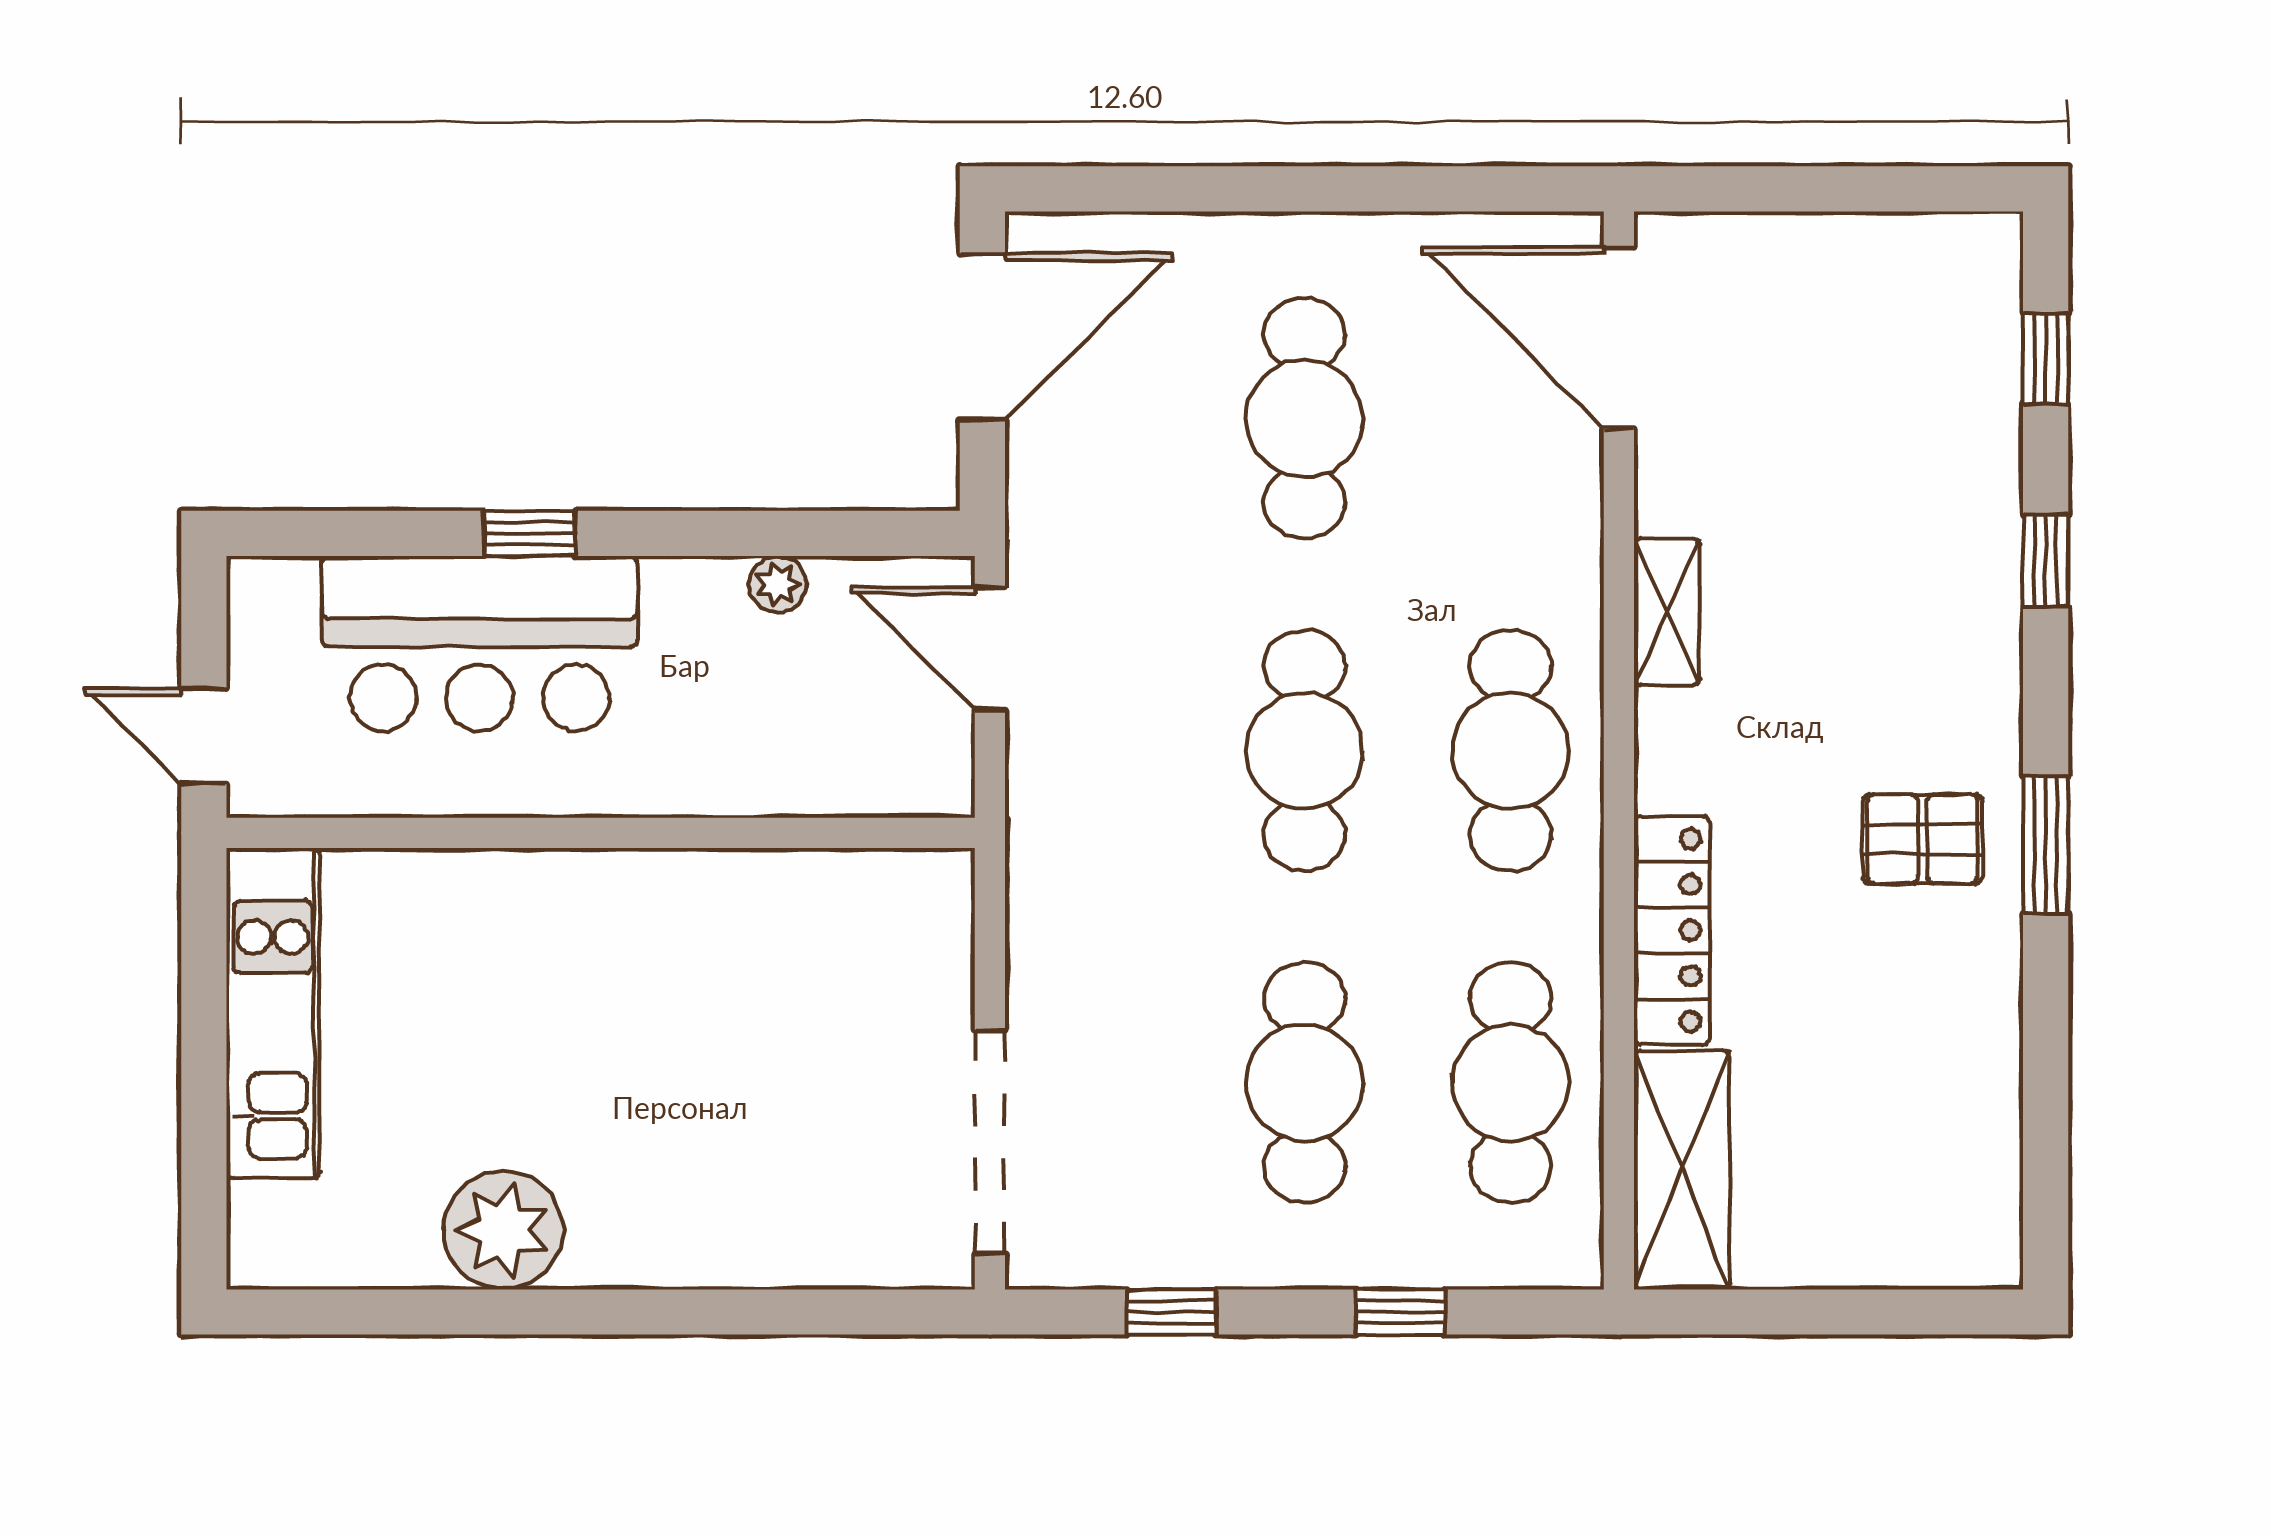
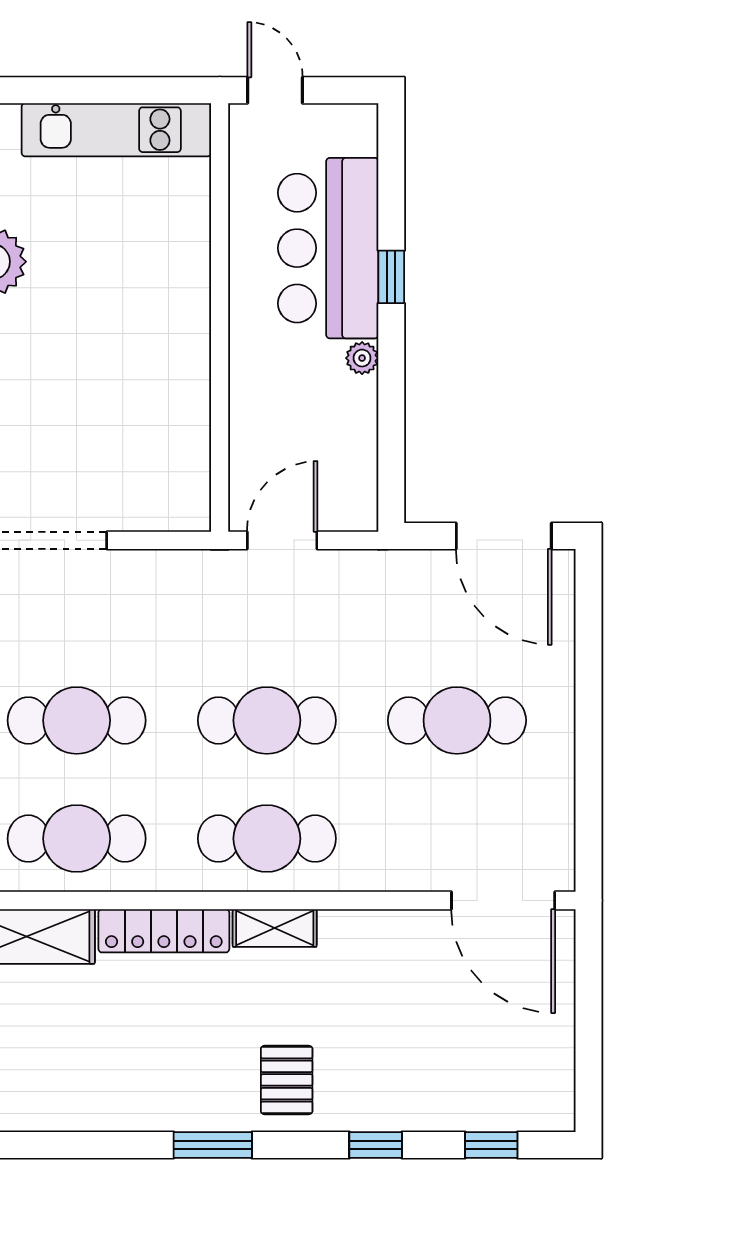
door: (1619, 338) -> (503, 901), swing flipped
plant: (778, 584) -> (362, 358), moved
shelving: (1667, 612) -> (275, 928), moved
door: (990, 649) -> (282, 540), moved
door: (204, 736) -> (275, 90), hinge flipped
pallet: (1922, 839) -> (287, 1080), moved

